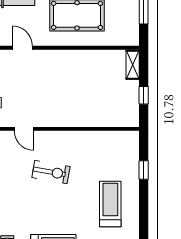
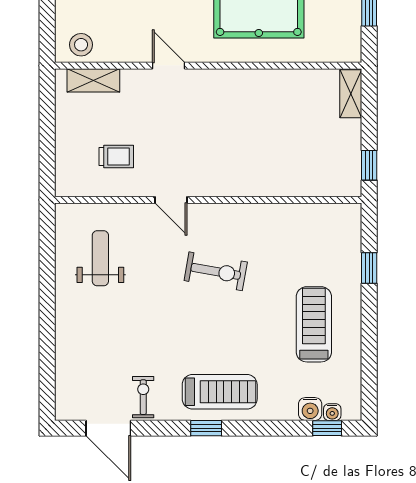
window: (144, 95) -> (369, 165), moved

